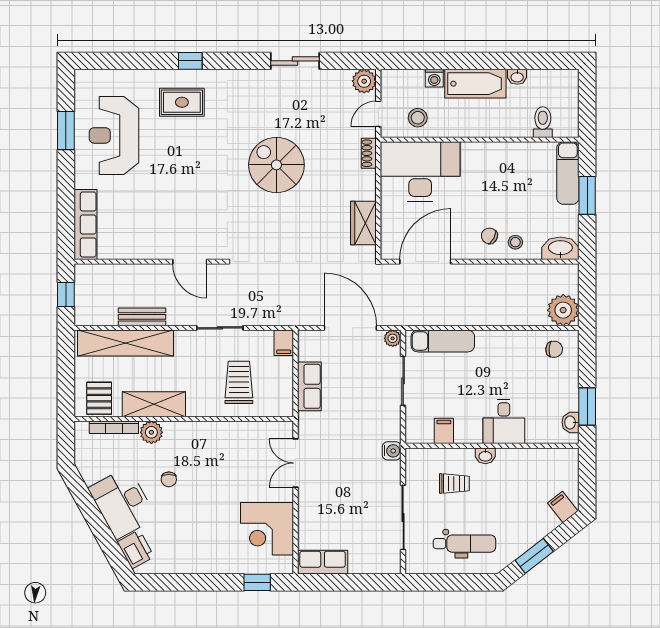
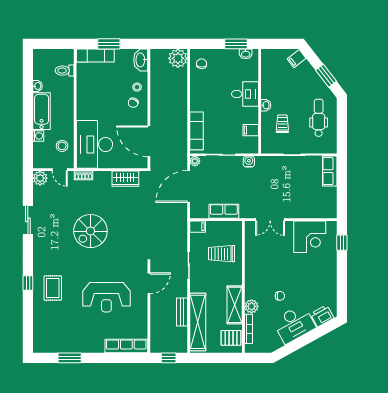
reception desk: (114, 135) -> (106, 297), moved
water cooler: (392, 451) -> (249, 162), moved
row of seats: (323, 562) -> (330, 171), moved

